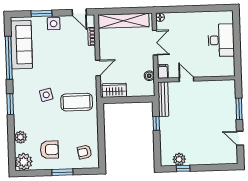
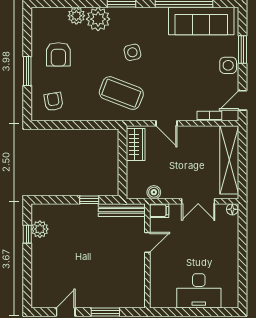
coffee table: (77, 102) -> (121, 93), turned -69
plant: (24, 162) -> (98, 19), moved

